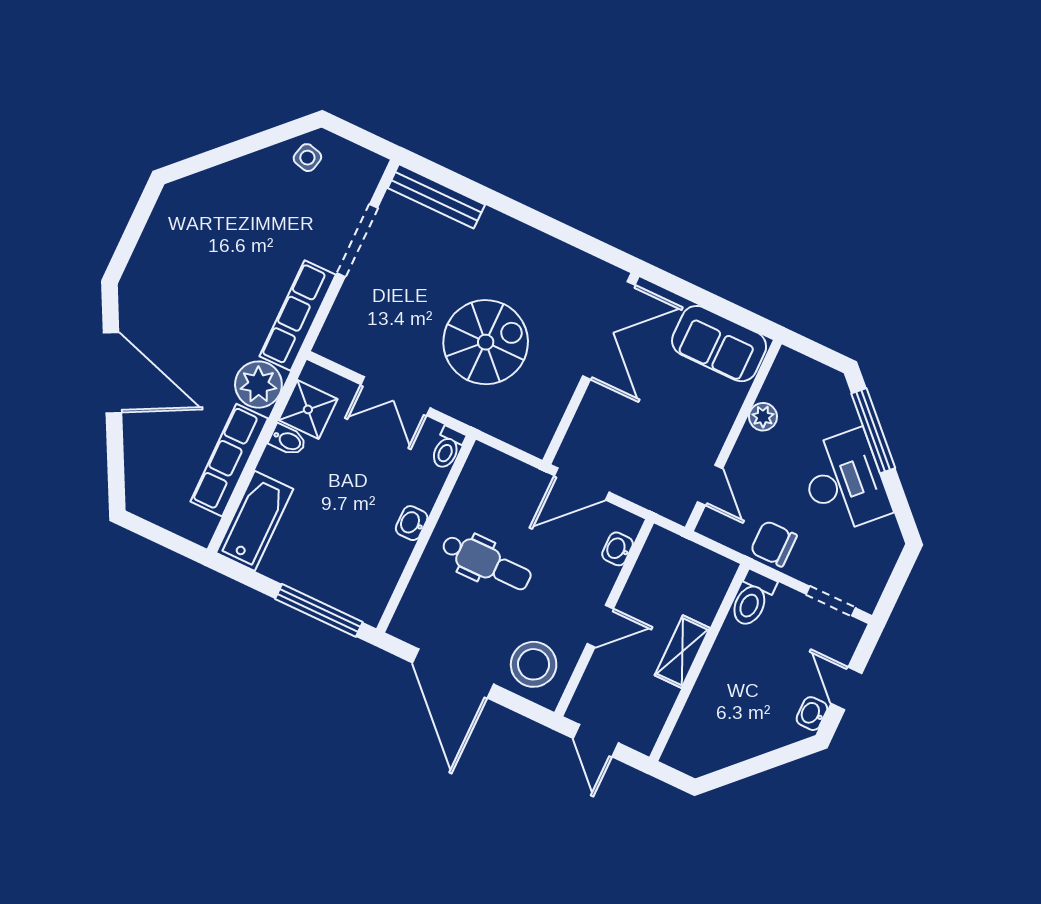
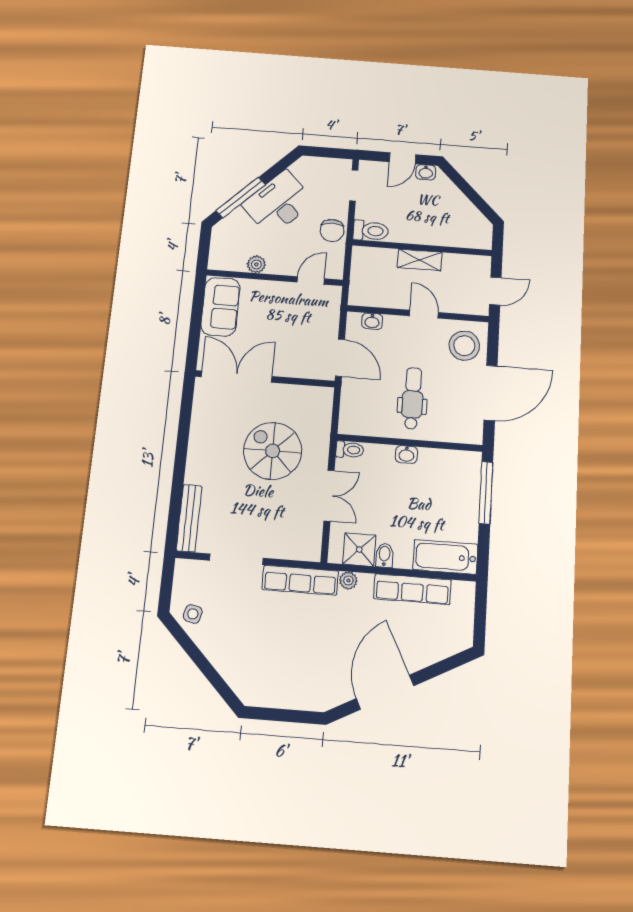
plant: (258, 385) -> (348, 580), width x0.53, depth x0.53

